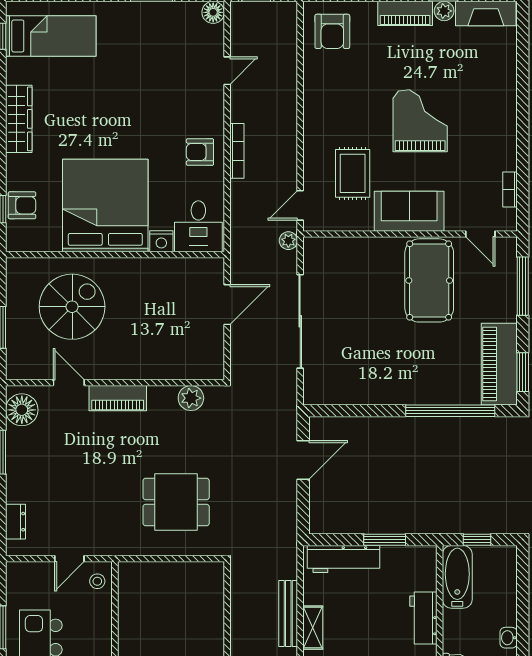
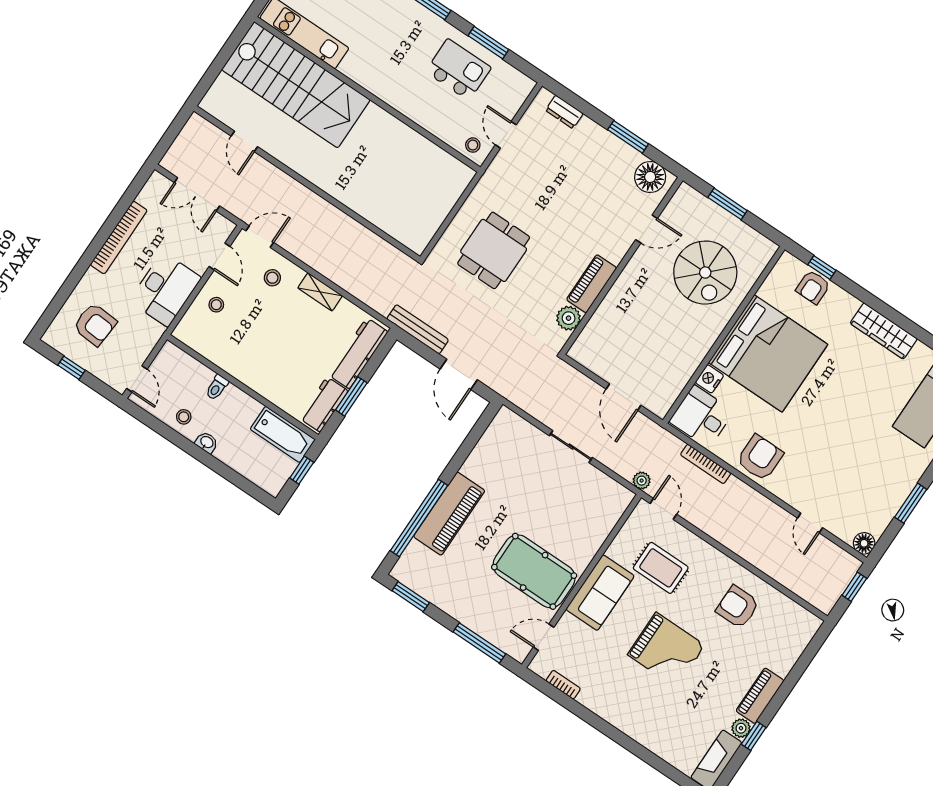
armchair: (332, 31) -> (738, 607), moved
bookcase: (237, 151) -> (706, 464), moved
armchair: (200, 152) -> (760, 458), width x1.38, depth x1.38
sliding door: (300, 321) -> (571, 447), width x0.54
piano: (499, 364) -> (449, 514), moved, turned 90
piano: (118, 398) -> (592, 284), moved
bench: (288, 614) -> (418, 329), moved
workbench: (423, 618) -> (324, 404), moved, turned -90

